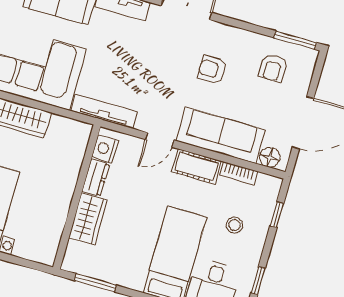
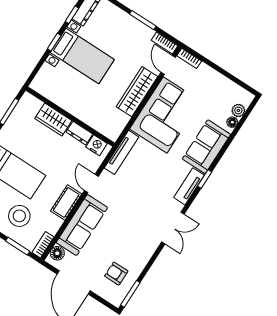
armchair: (212, 70) -> (127, 233), removed
bookcase: (239, 173) -> (43, 245), moved
window: (277, 215) -> (18, 246), width x1.50
stool: (235, 225) -> (19, 216), width x1.89, depth x1.89

